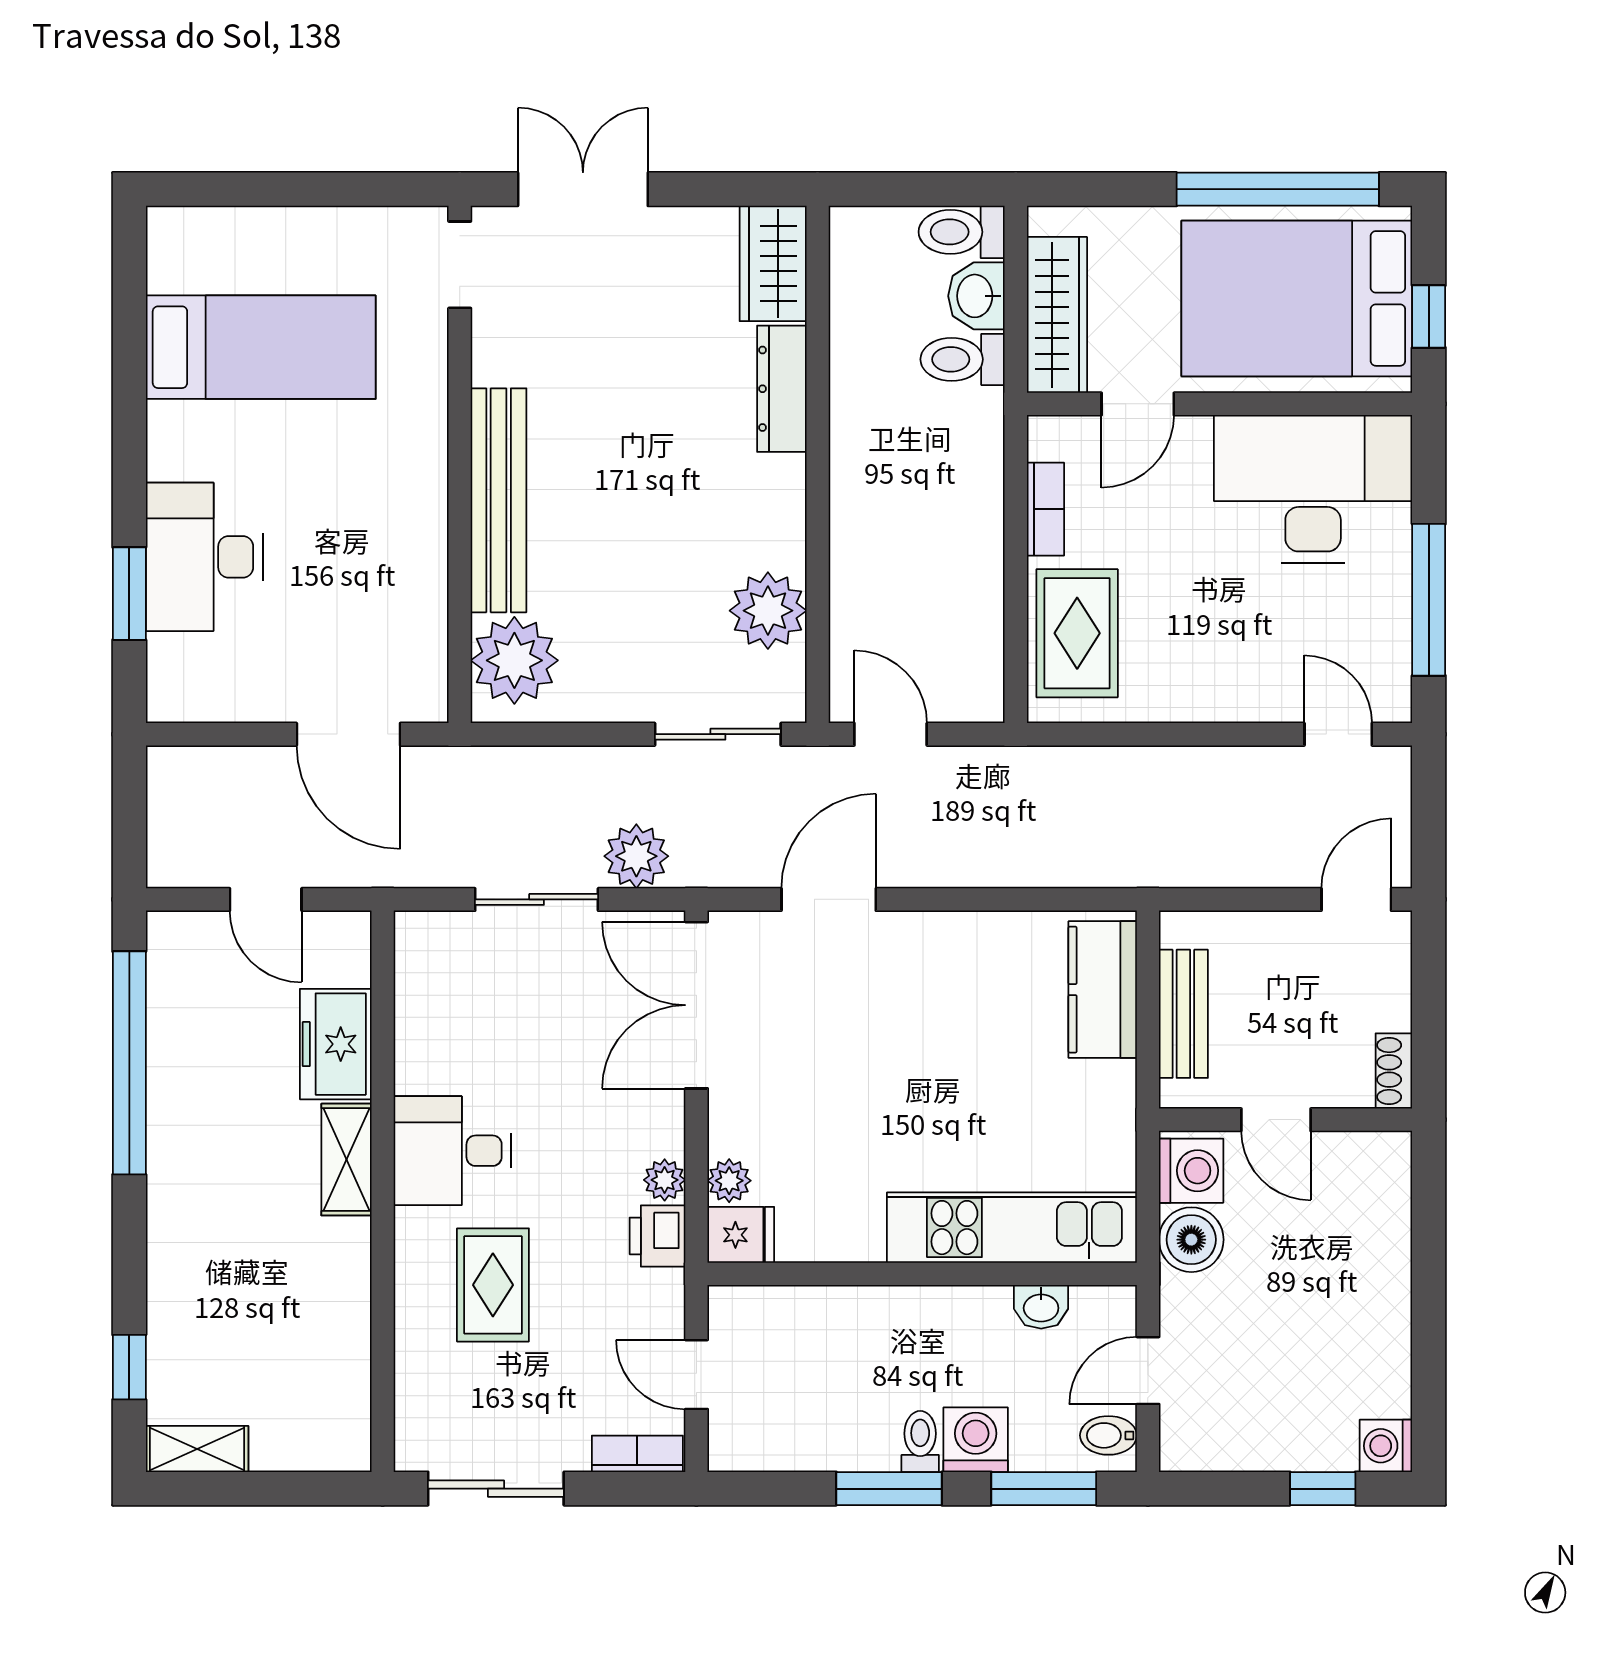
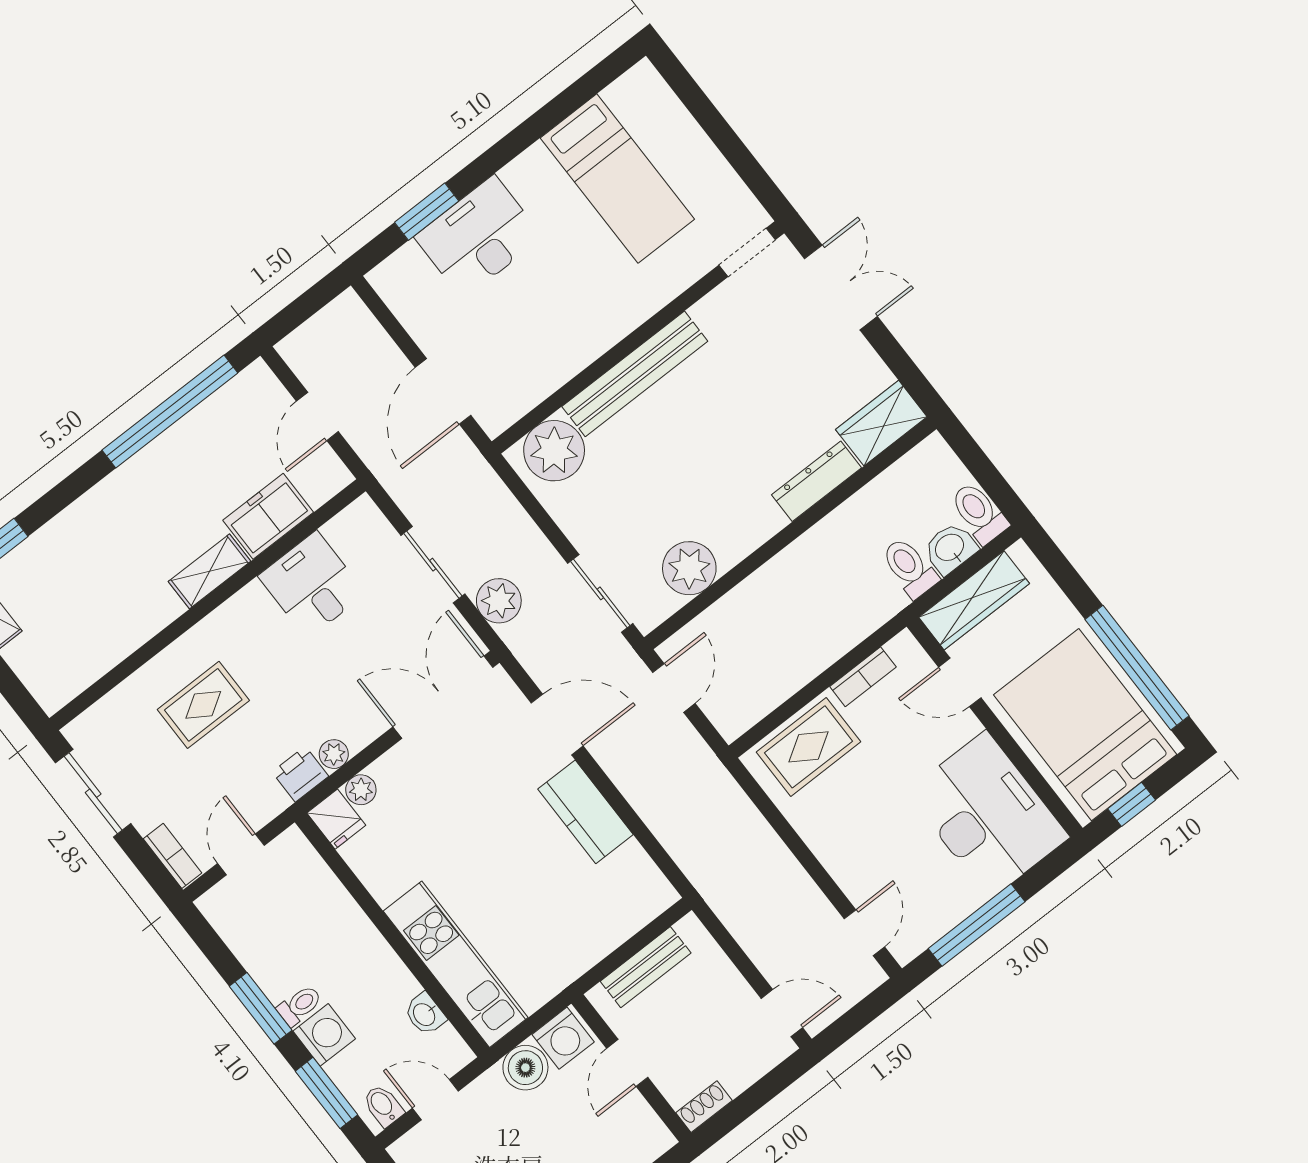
kitchen counter: (1103, 990) -> (585, 812), moved, turned -90
desk: (452, 1151) -> (312, 585), moved

